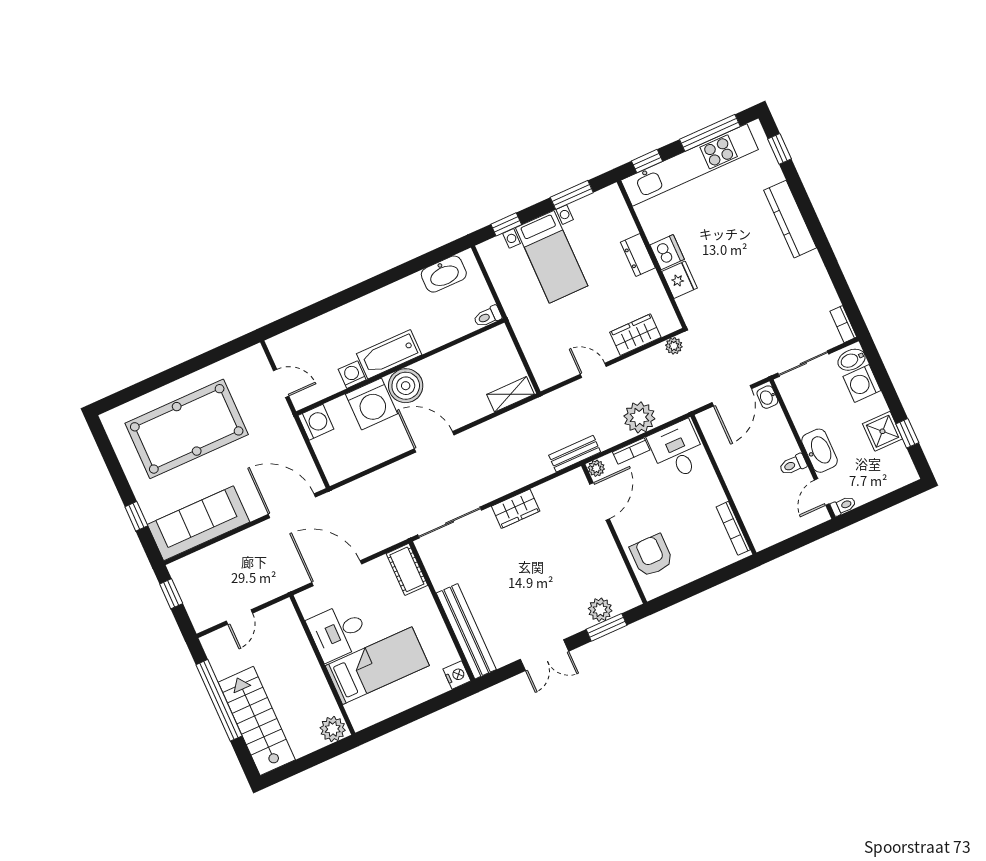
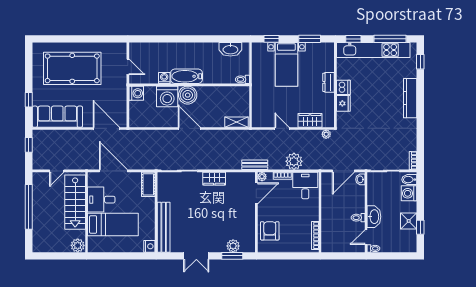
stairs: (257, 721) -> (75, 202), moved, turned 180

